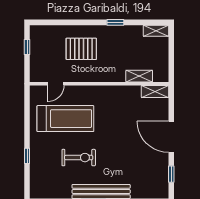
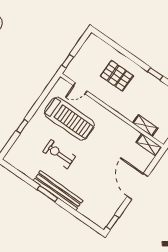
window: (27, 47) -> (68, 61), moved
exercise bike: (79, 158) -> (59, 154), turned 180
window: (171, 174) -> (113, 222), moved

